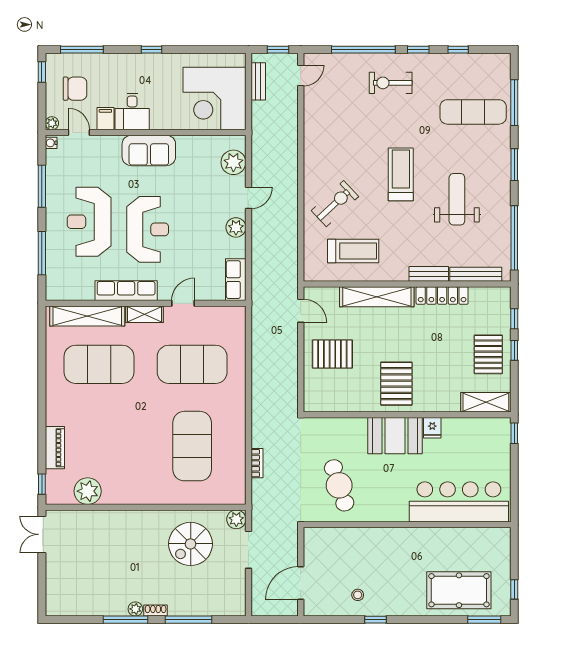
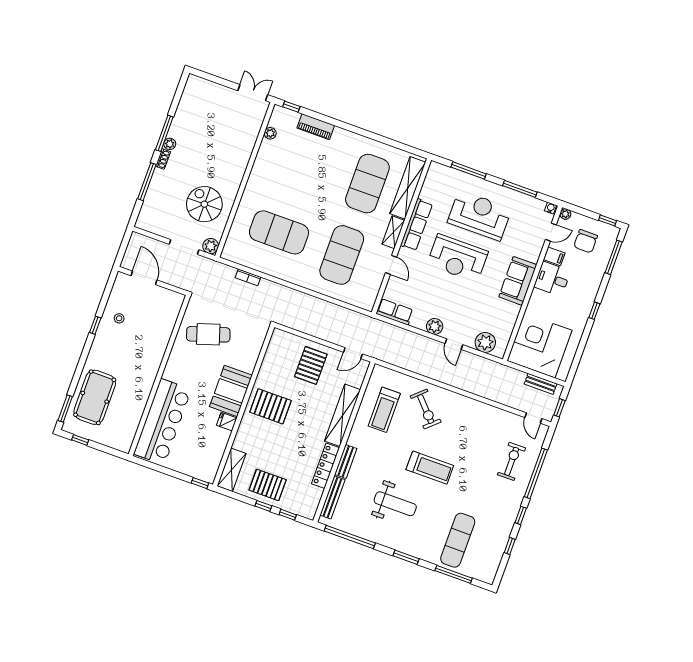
exercise bike: (391, 83) -> (512, 461), moved
plant: (88, 491) -> (270, 133), width x0.53, depth x0.53

